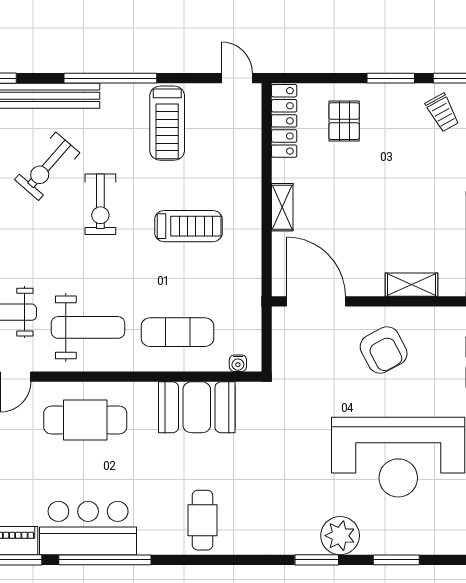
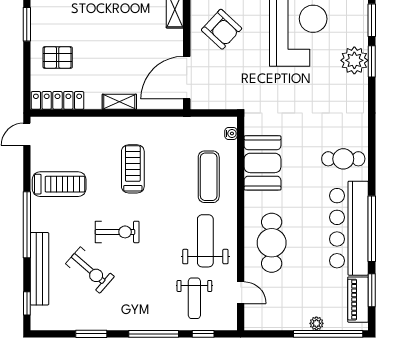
armchair: (384, 350) -> (222, 29), turned 71
bar counter: (88, 528) -> (349, 228), width x1.36
window: (317, 560) -> (372, 61), moved

